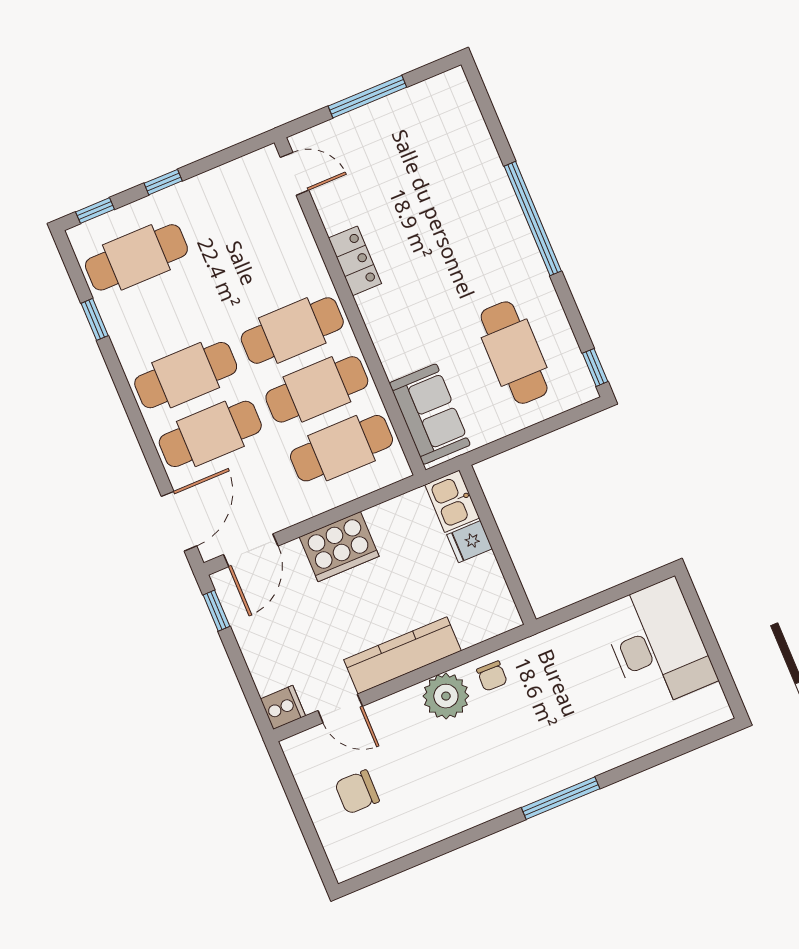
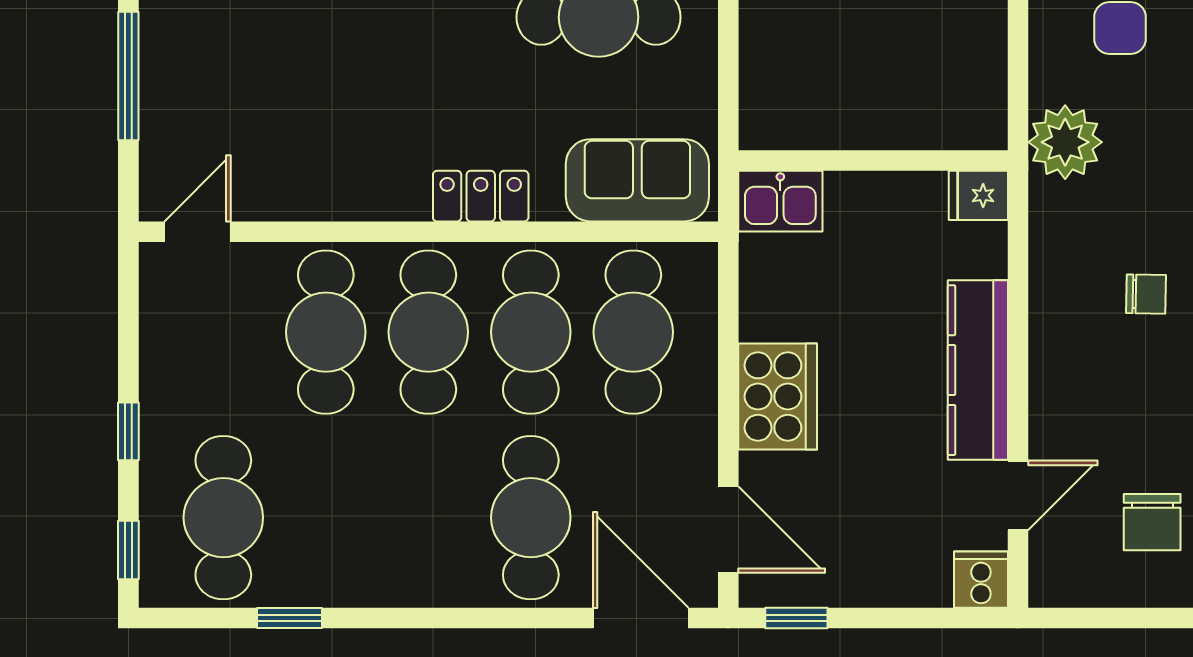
locker: (355, 261) -> (481, 196), moved
cafe table: (186, 375) -> (326, 332), moved
fridge: (470, 542) -> (978, 195), moved, turned 90
chair: (492, 676) -> (1146, 294), moved
plant: (446, 696) -> (1065, 142), moved

